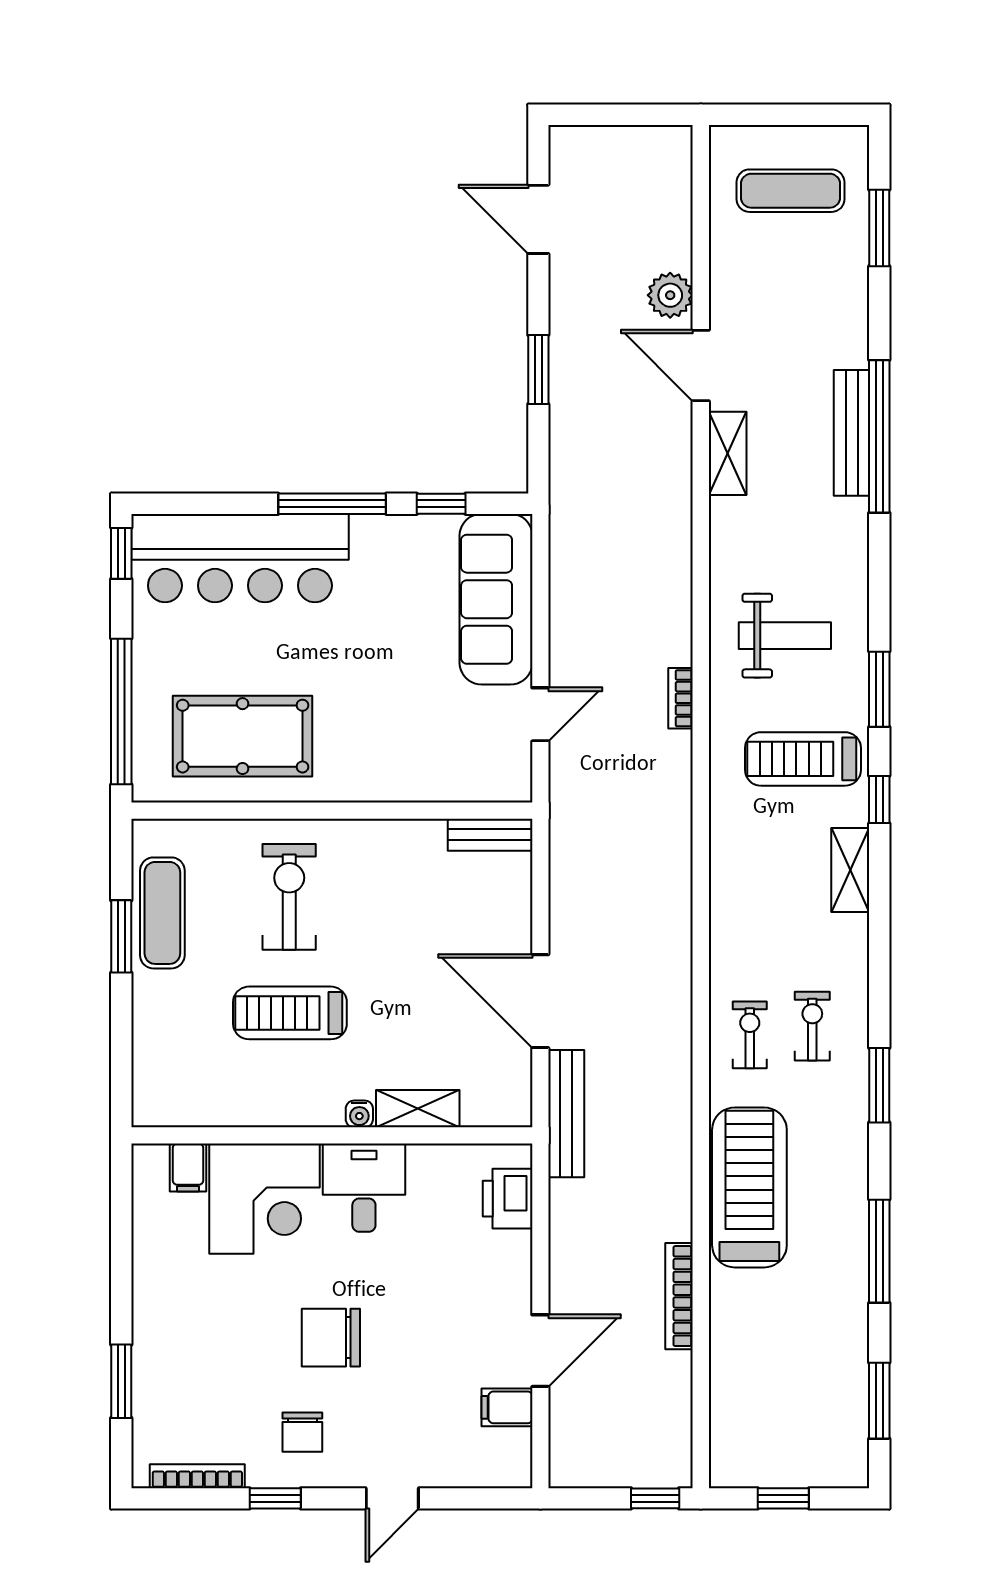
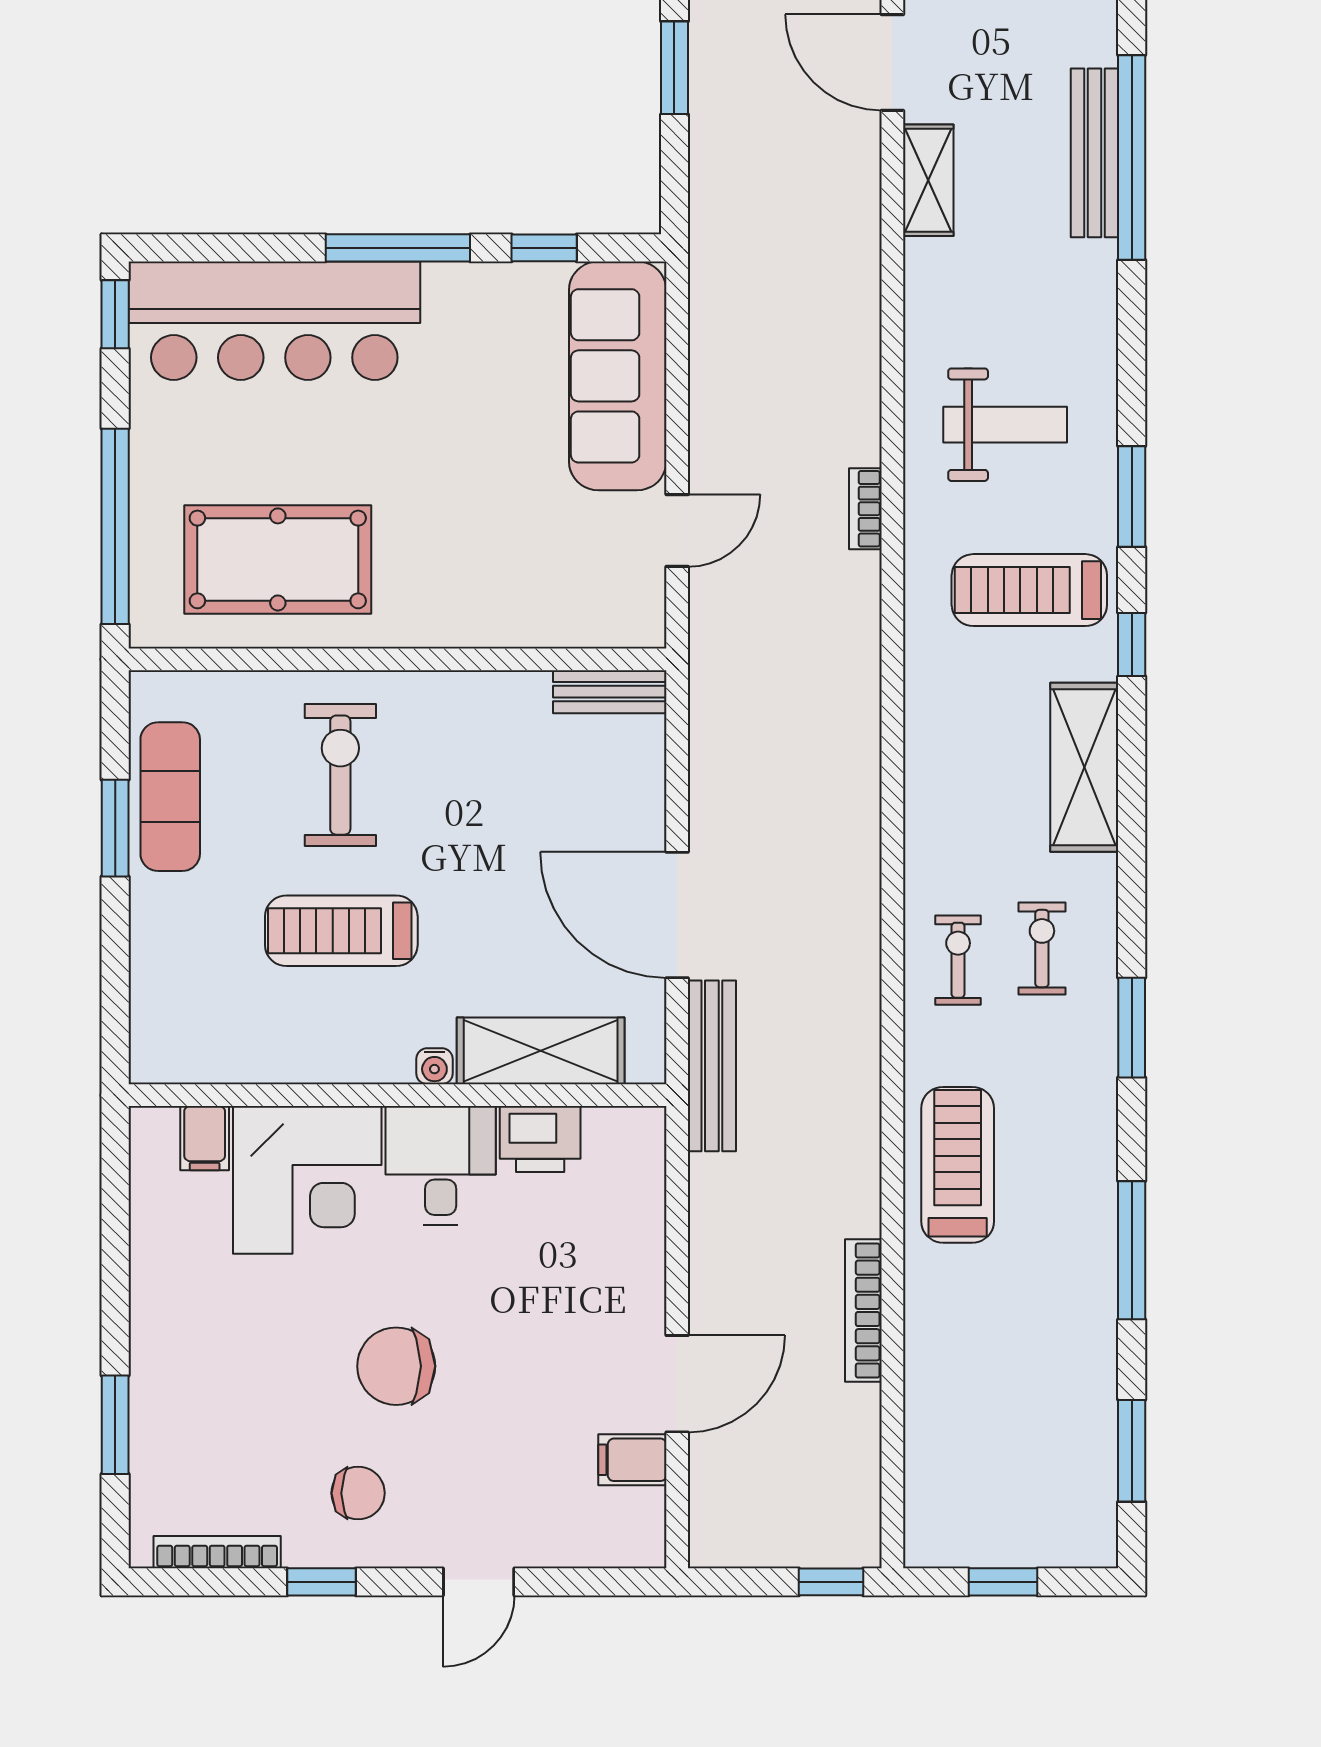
shelving: (850, 870) -> (1084, 767), width x1.50, depth x1.33
shelving: (418, 1109) -> (541, 1051), width x1.50, depth x1.33
treadmill: (749, 1187) -> (958, 1165), width x0.73, depth x0.73
printer: (508, 1199) -> (540, 1139), moved, turned -90
chair: (302, 1432) -> (358, 1493), turned -90

